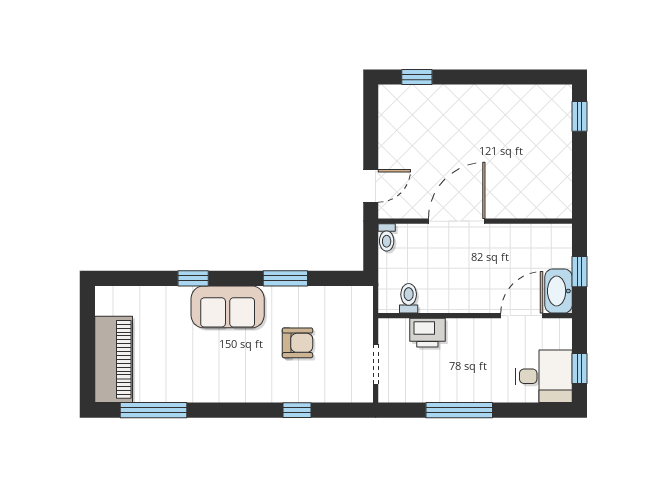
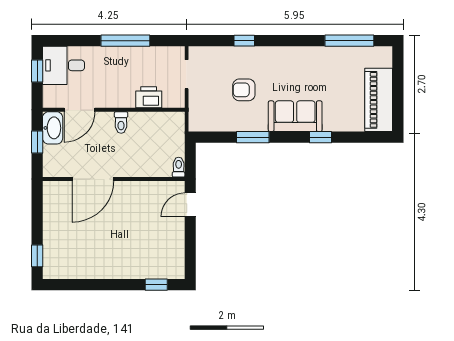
door: (457, 221) -> (93, 179), moved
toilet: (409, 298) -> (121, 123), moved
piano: (114, 359) -> (379, 100), moved

